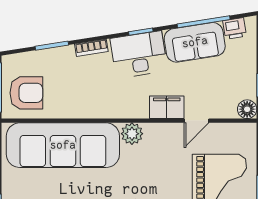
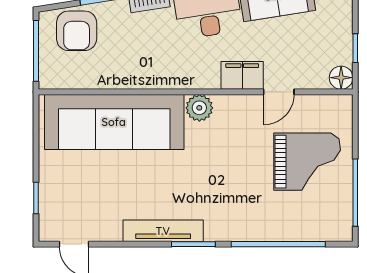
armchair: (26, 93) -> (77, 31), moved, turned 90

